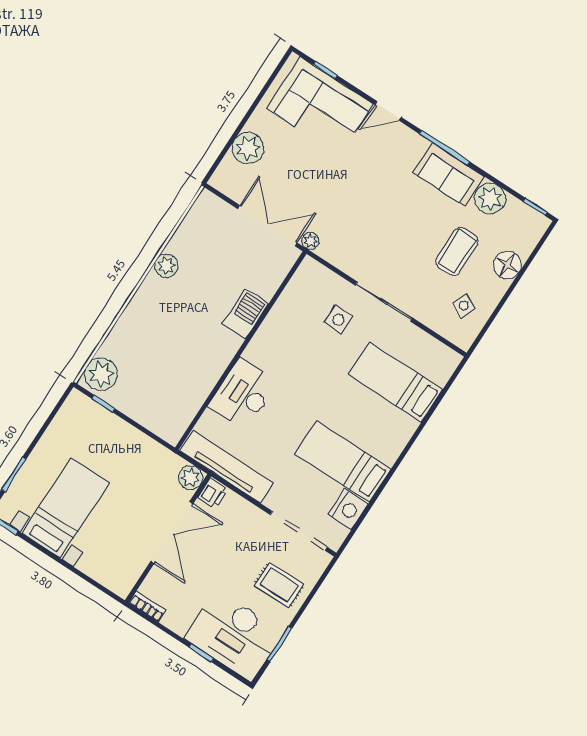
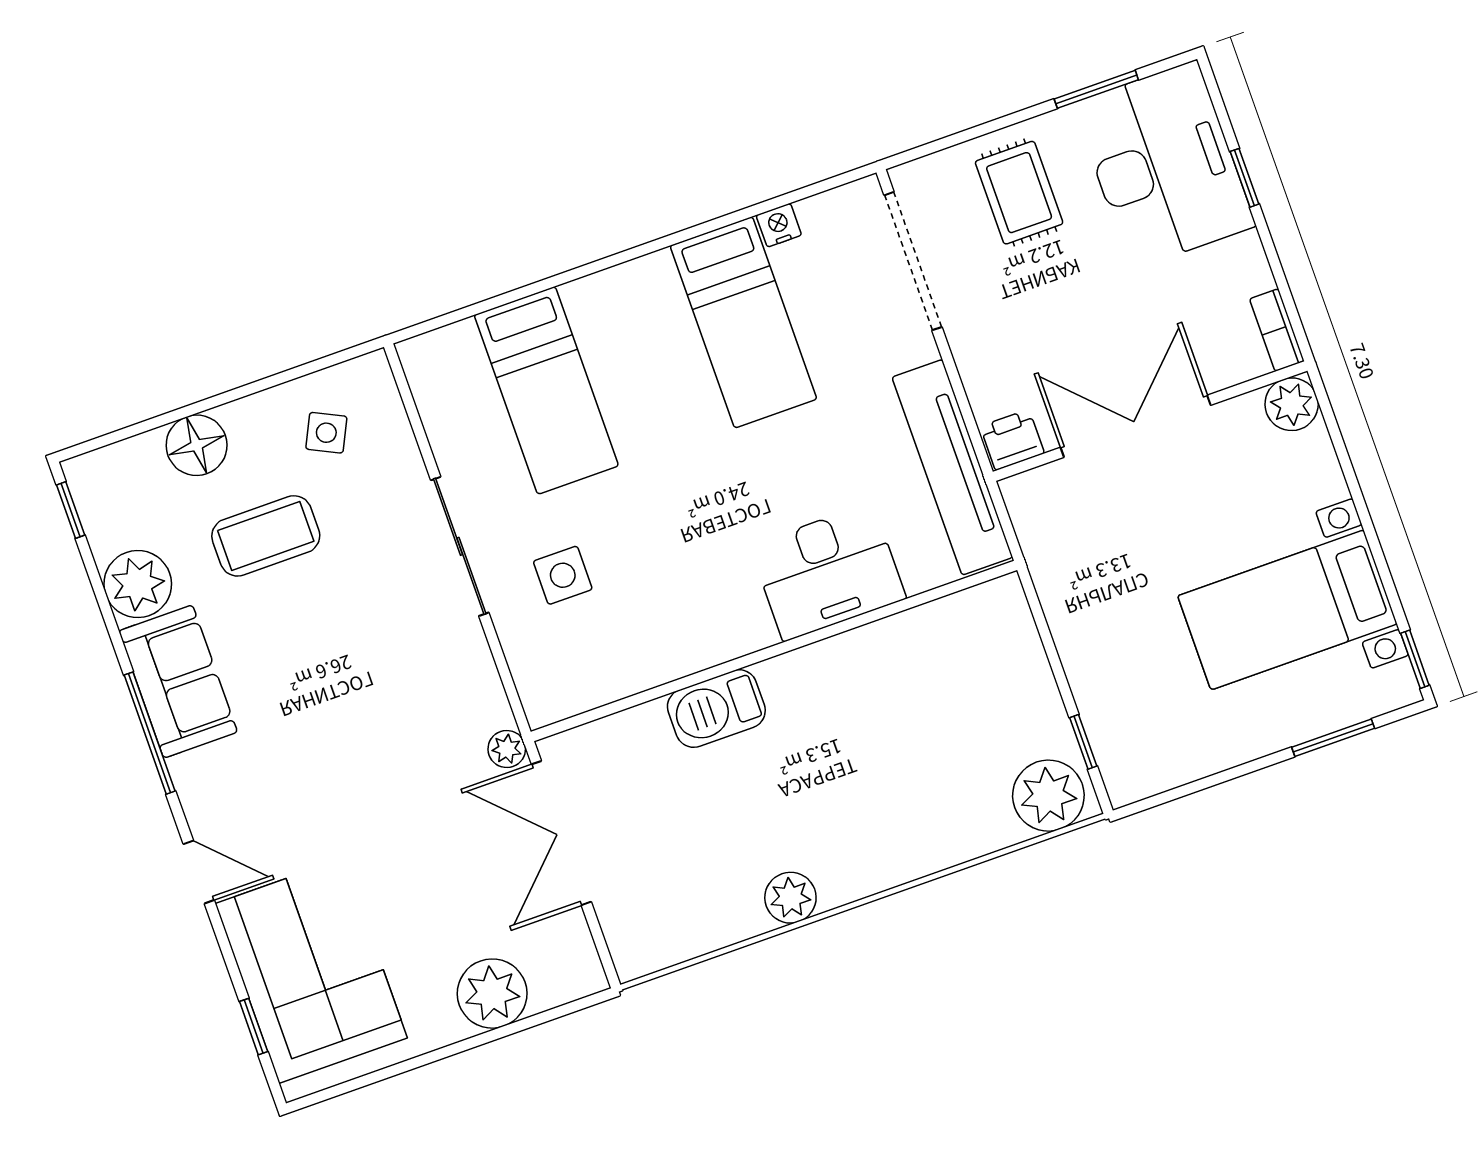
plant: (191, 478) -> (1292, 404), moved
nightstand: (348, 509) -> (779, 225), width x0.53, depth x0.56

